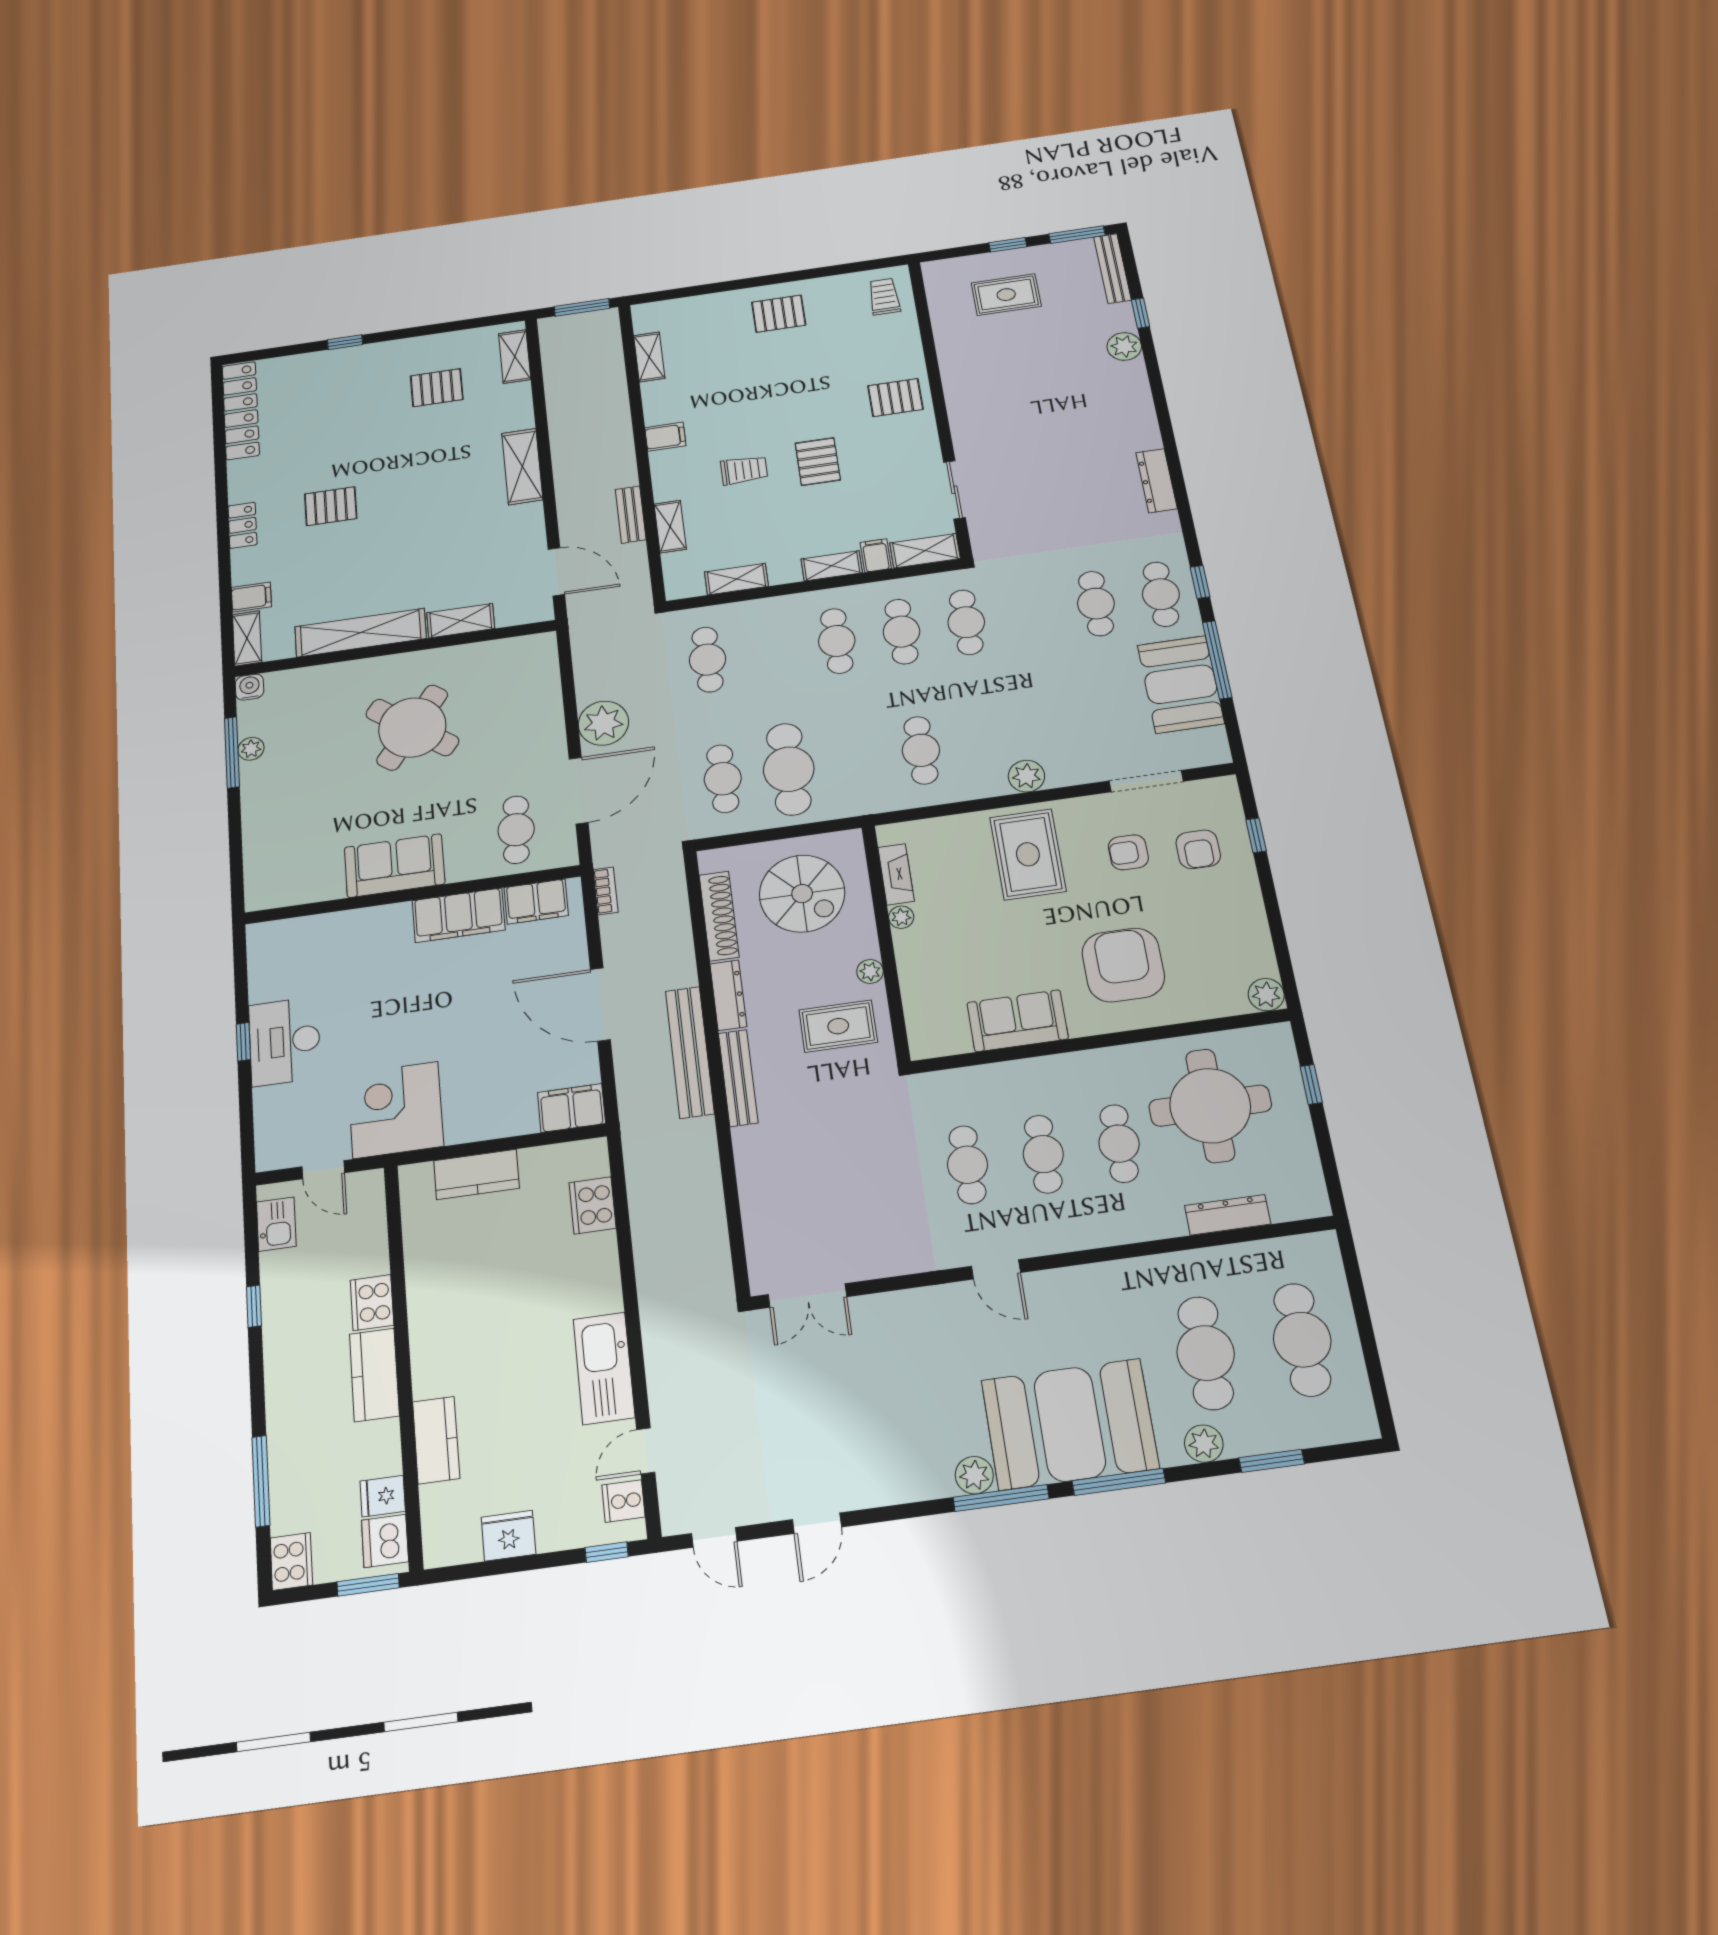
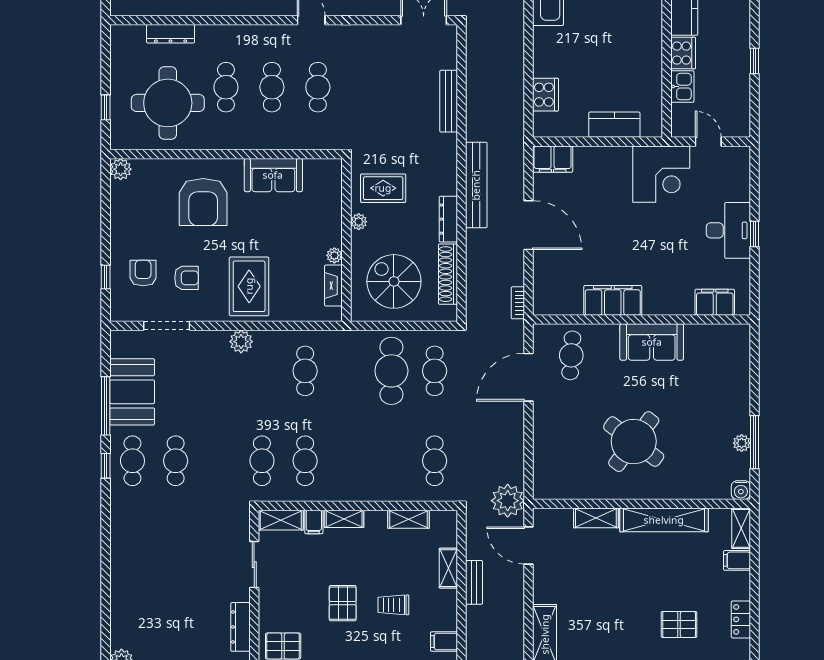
dresser: (1157, 481) -> (240, 627), moved, turned 180
cafe table: (837, 641) -> (348, 461), removed
plant: (603, 723) -> (508, 501), moved
filing cabinet: (536, 902) -> (715, 302), moved
bench: (738, 1078) -> (449, 101), moved
kitchen sink: (276, 1224) -> (682, 87), moved, turned 180

